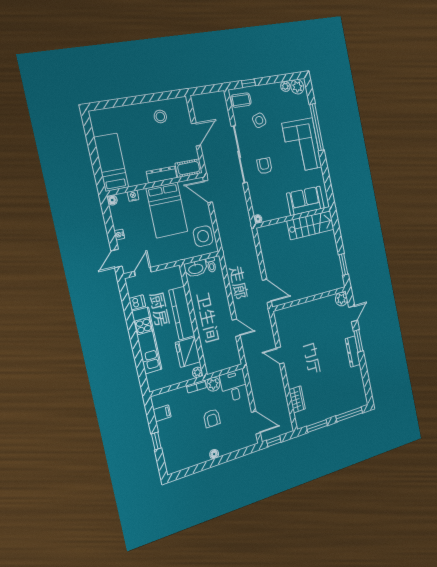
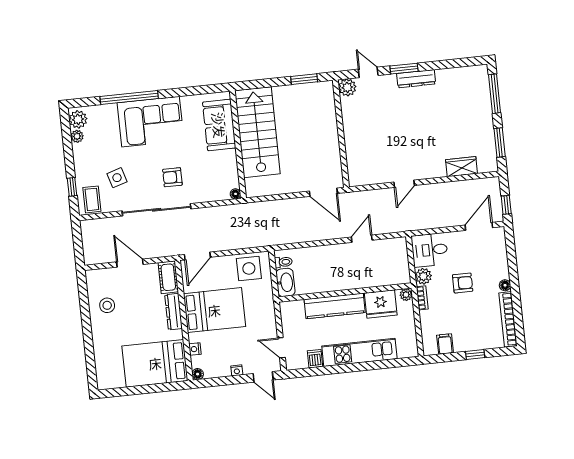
bed: (111, 162) -> (155, 363), width x1.50
stairs: (311, 225) -> (257, 132), width x1.36, depth x1.51
door: (267, 291) -> (323, 192), swing flipped
bookcase: (188, 463) -> (508, 319), added

